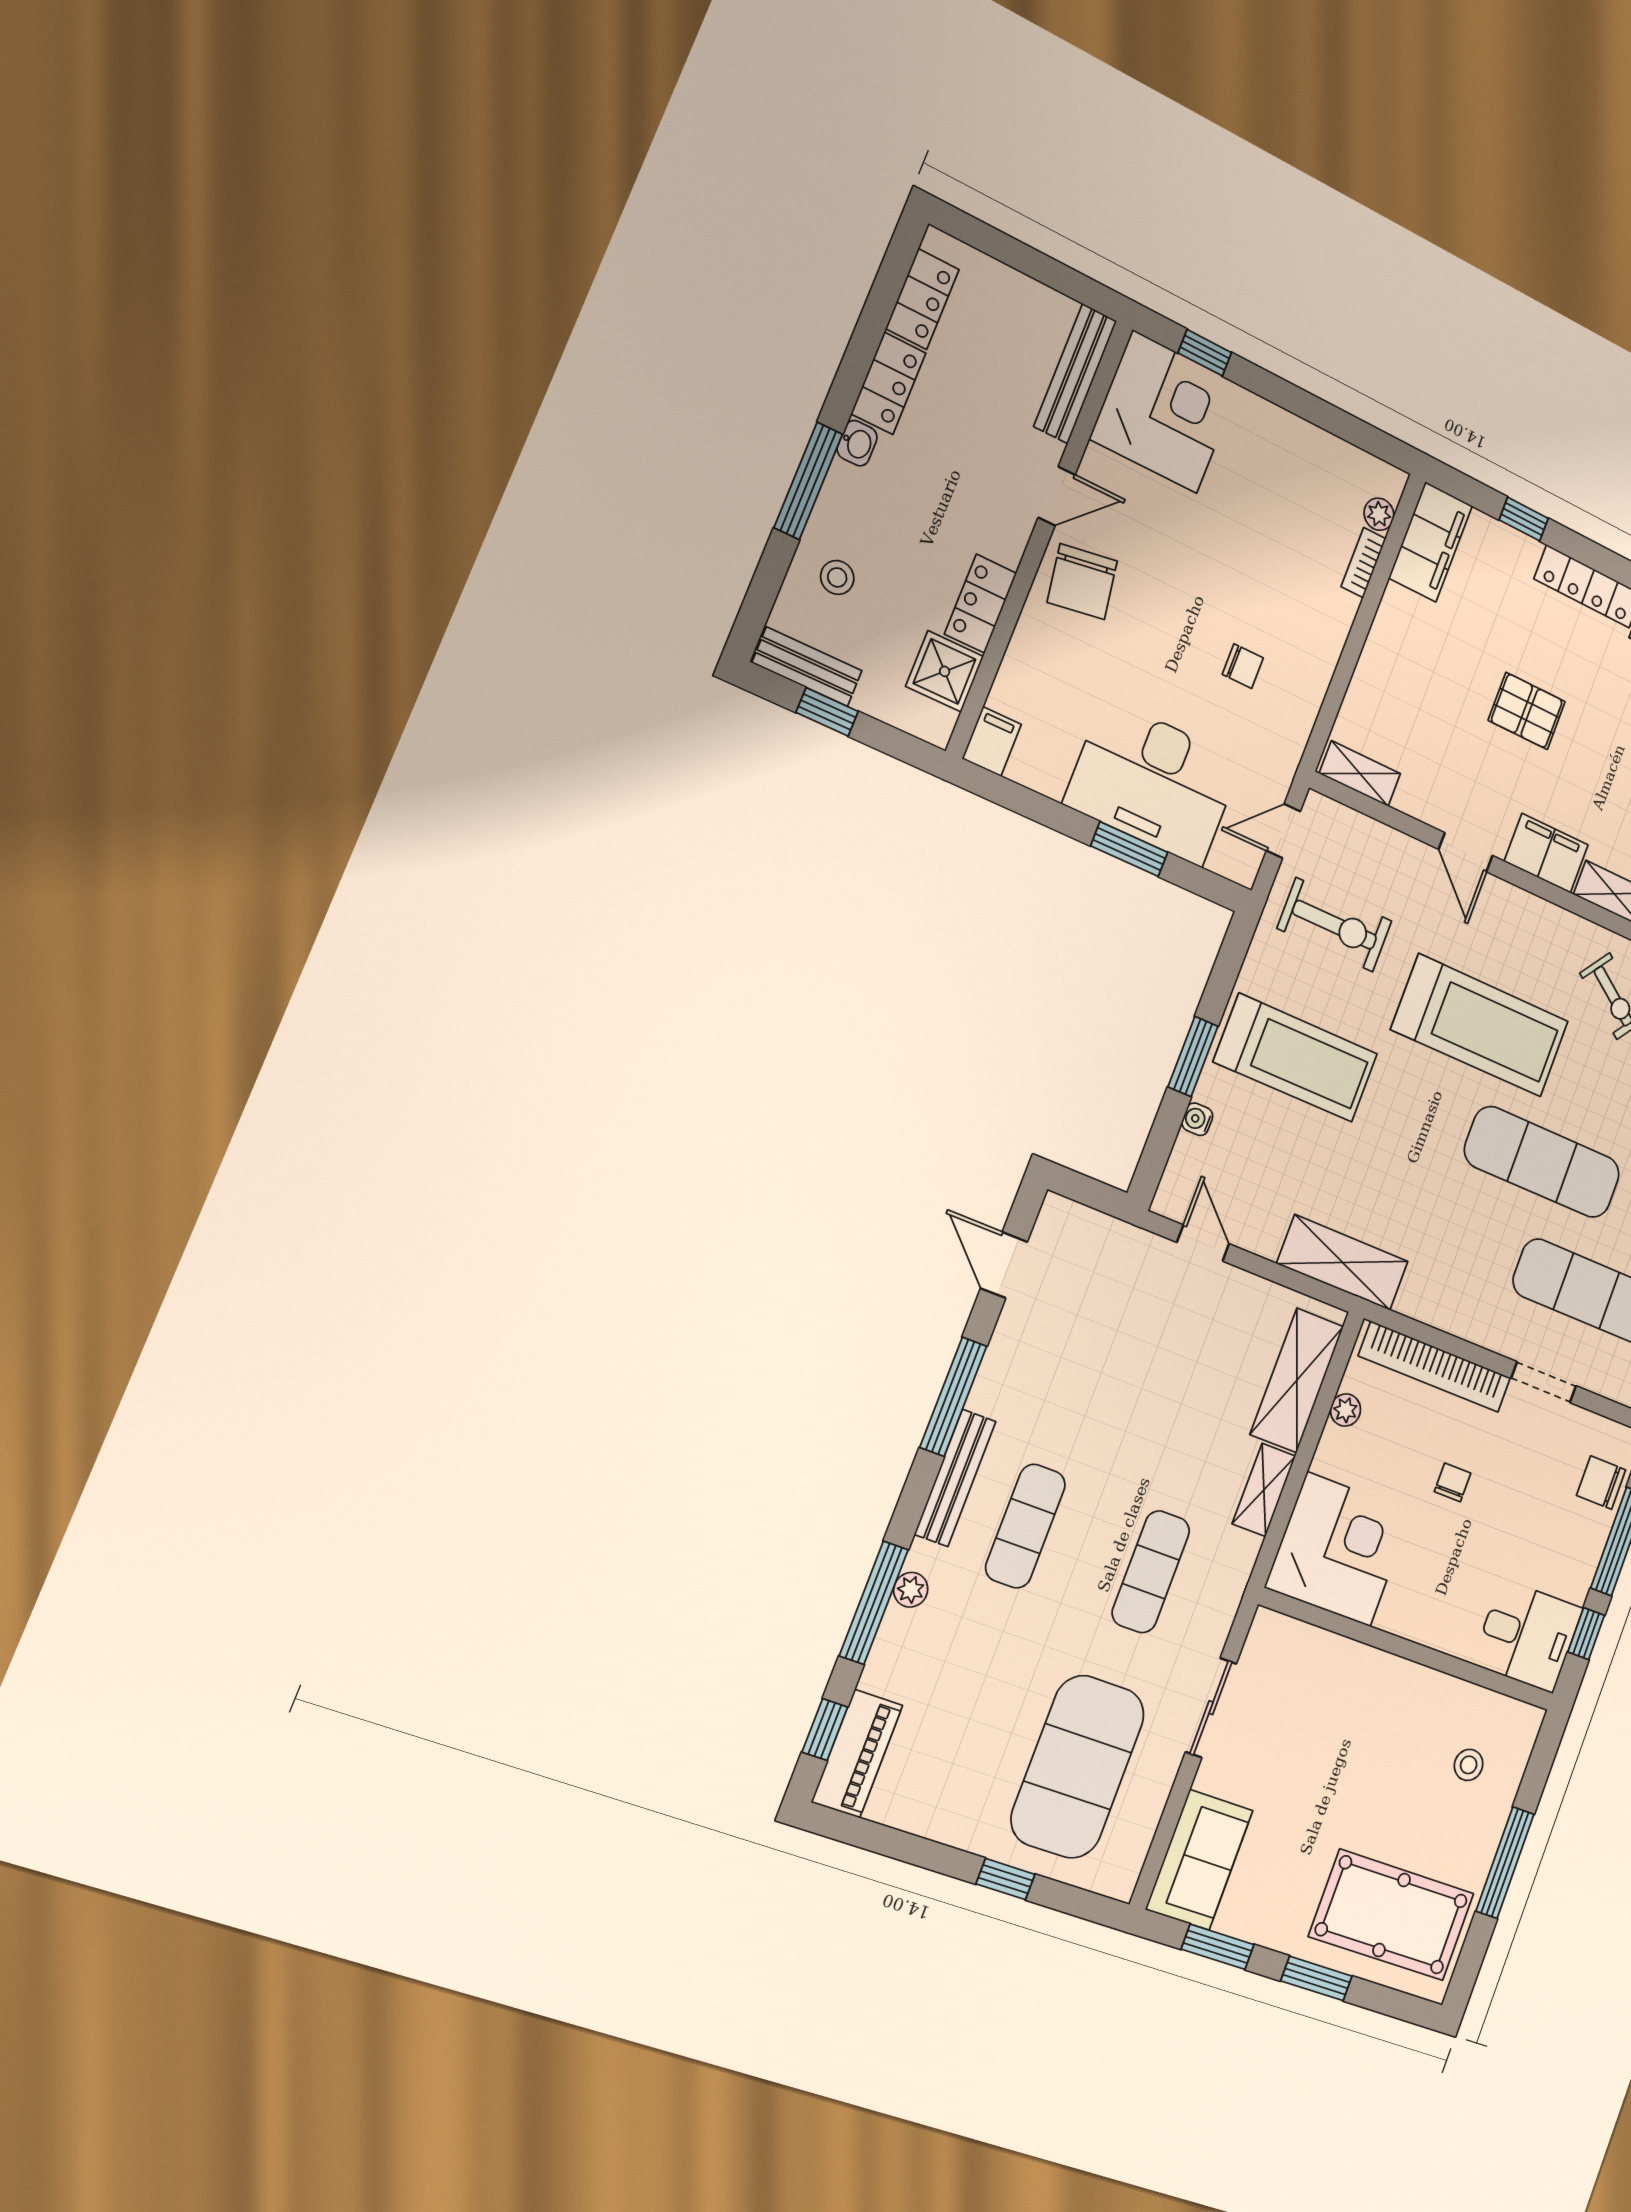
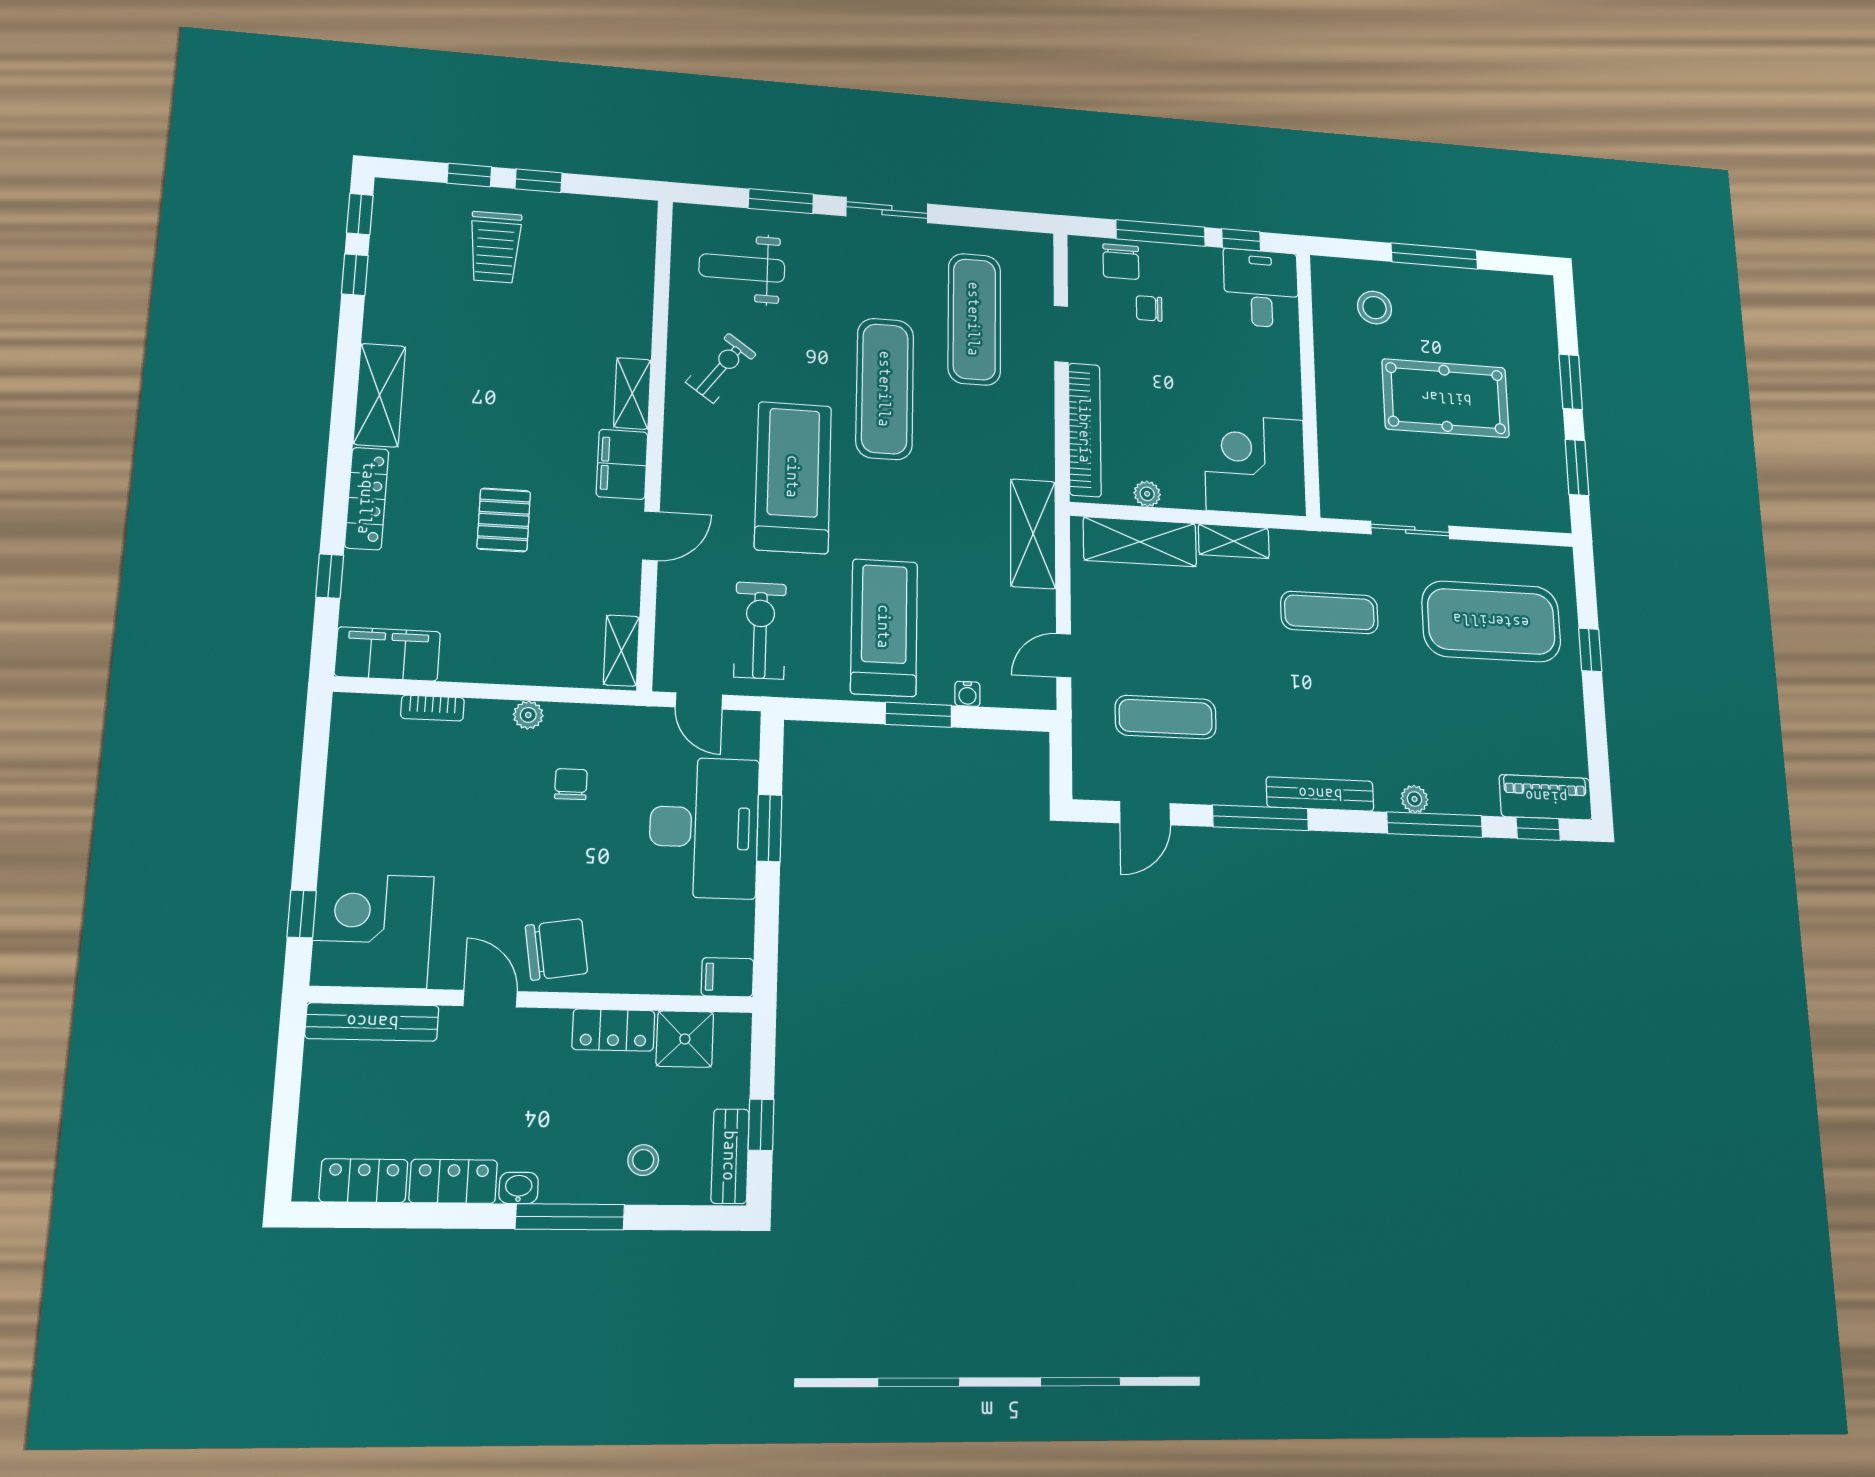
plant: (1379, 514) -> (528, 715), moved
chair: (1453, 1482) -> (1149, 308), moved
exercise mat: (1025, 1526) -> (1166, 717), moved
stool: (1469, 1765) -> (1375, 308), width x1.37, depth x1.37
sofa: (1199, 1860) -> (1522, 503), removed
pool table: (1392, 1915) -> (1446, 398), moved, turned 90

